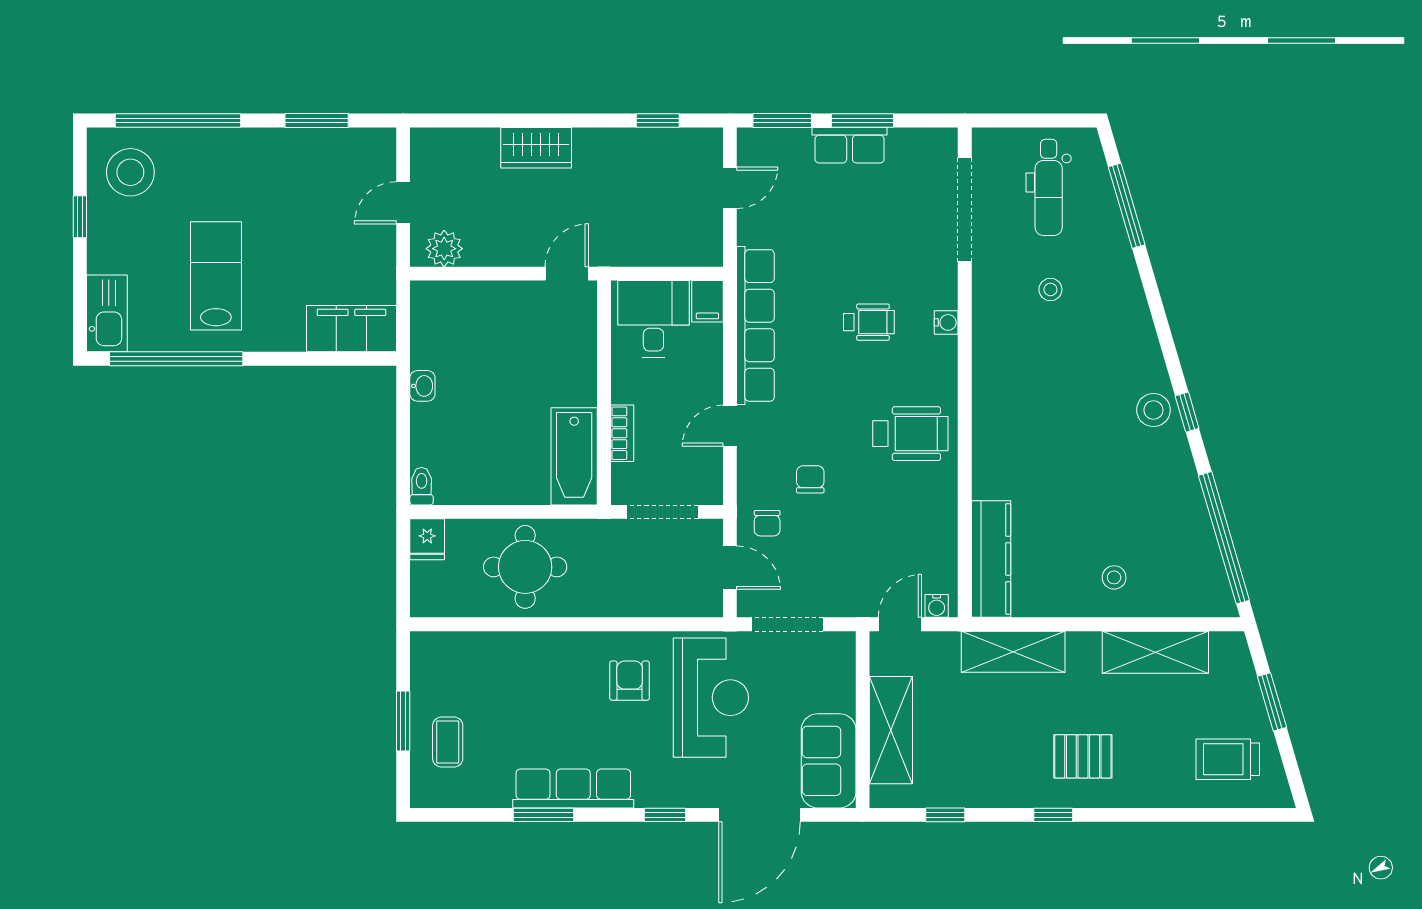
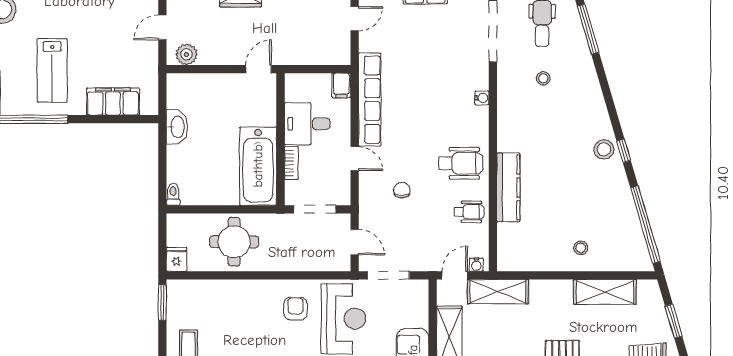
lab bench: (216, 276) -> (52, 71), turned 180
desk: (653, 319) -> (307, 124), moved, turned -90
wheelchair: (869, 322) -> (469, 212), moved
filing cabinet: (351, 329) -> (113, 102), moved
washbasin: (422, 386) -> (177, 127), width x1.91, depth x1.45
door: (730, 426) -> (355, 159), swing flipped
bathtub: (574, 456) -> (258, 166), width x1.36, depth x1.36
chair: (767, 523) -> (376, 216), removed
fridge: (427, 539) -> (176, 259), moved, turned 180
kitchen counter: (991, 559) -> (508, 187), moved
shelving: (1013, 652) -> (498, 292), moved
window: (403, 721) -> (162, 302), moved

